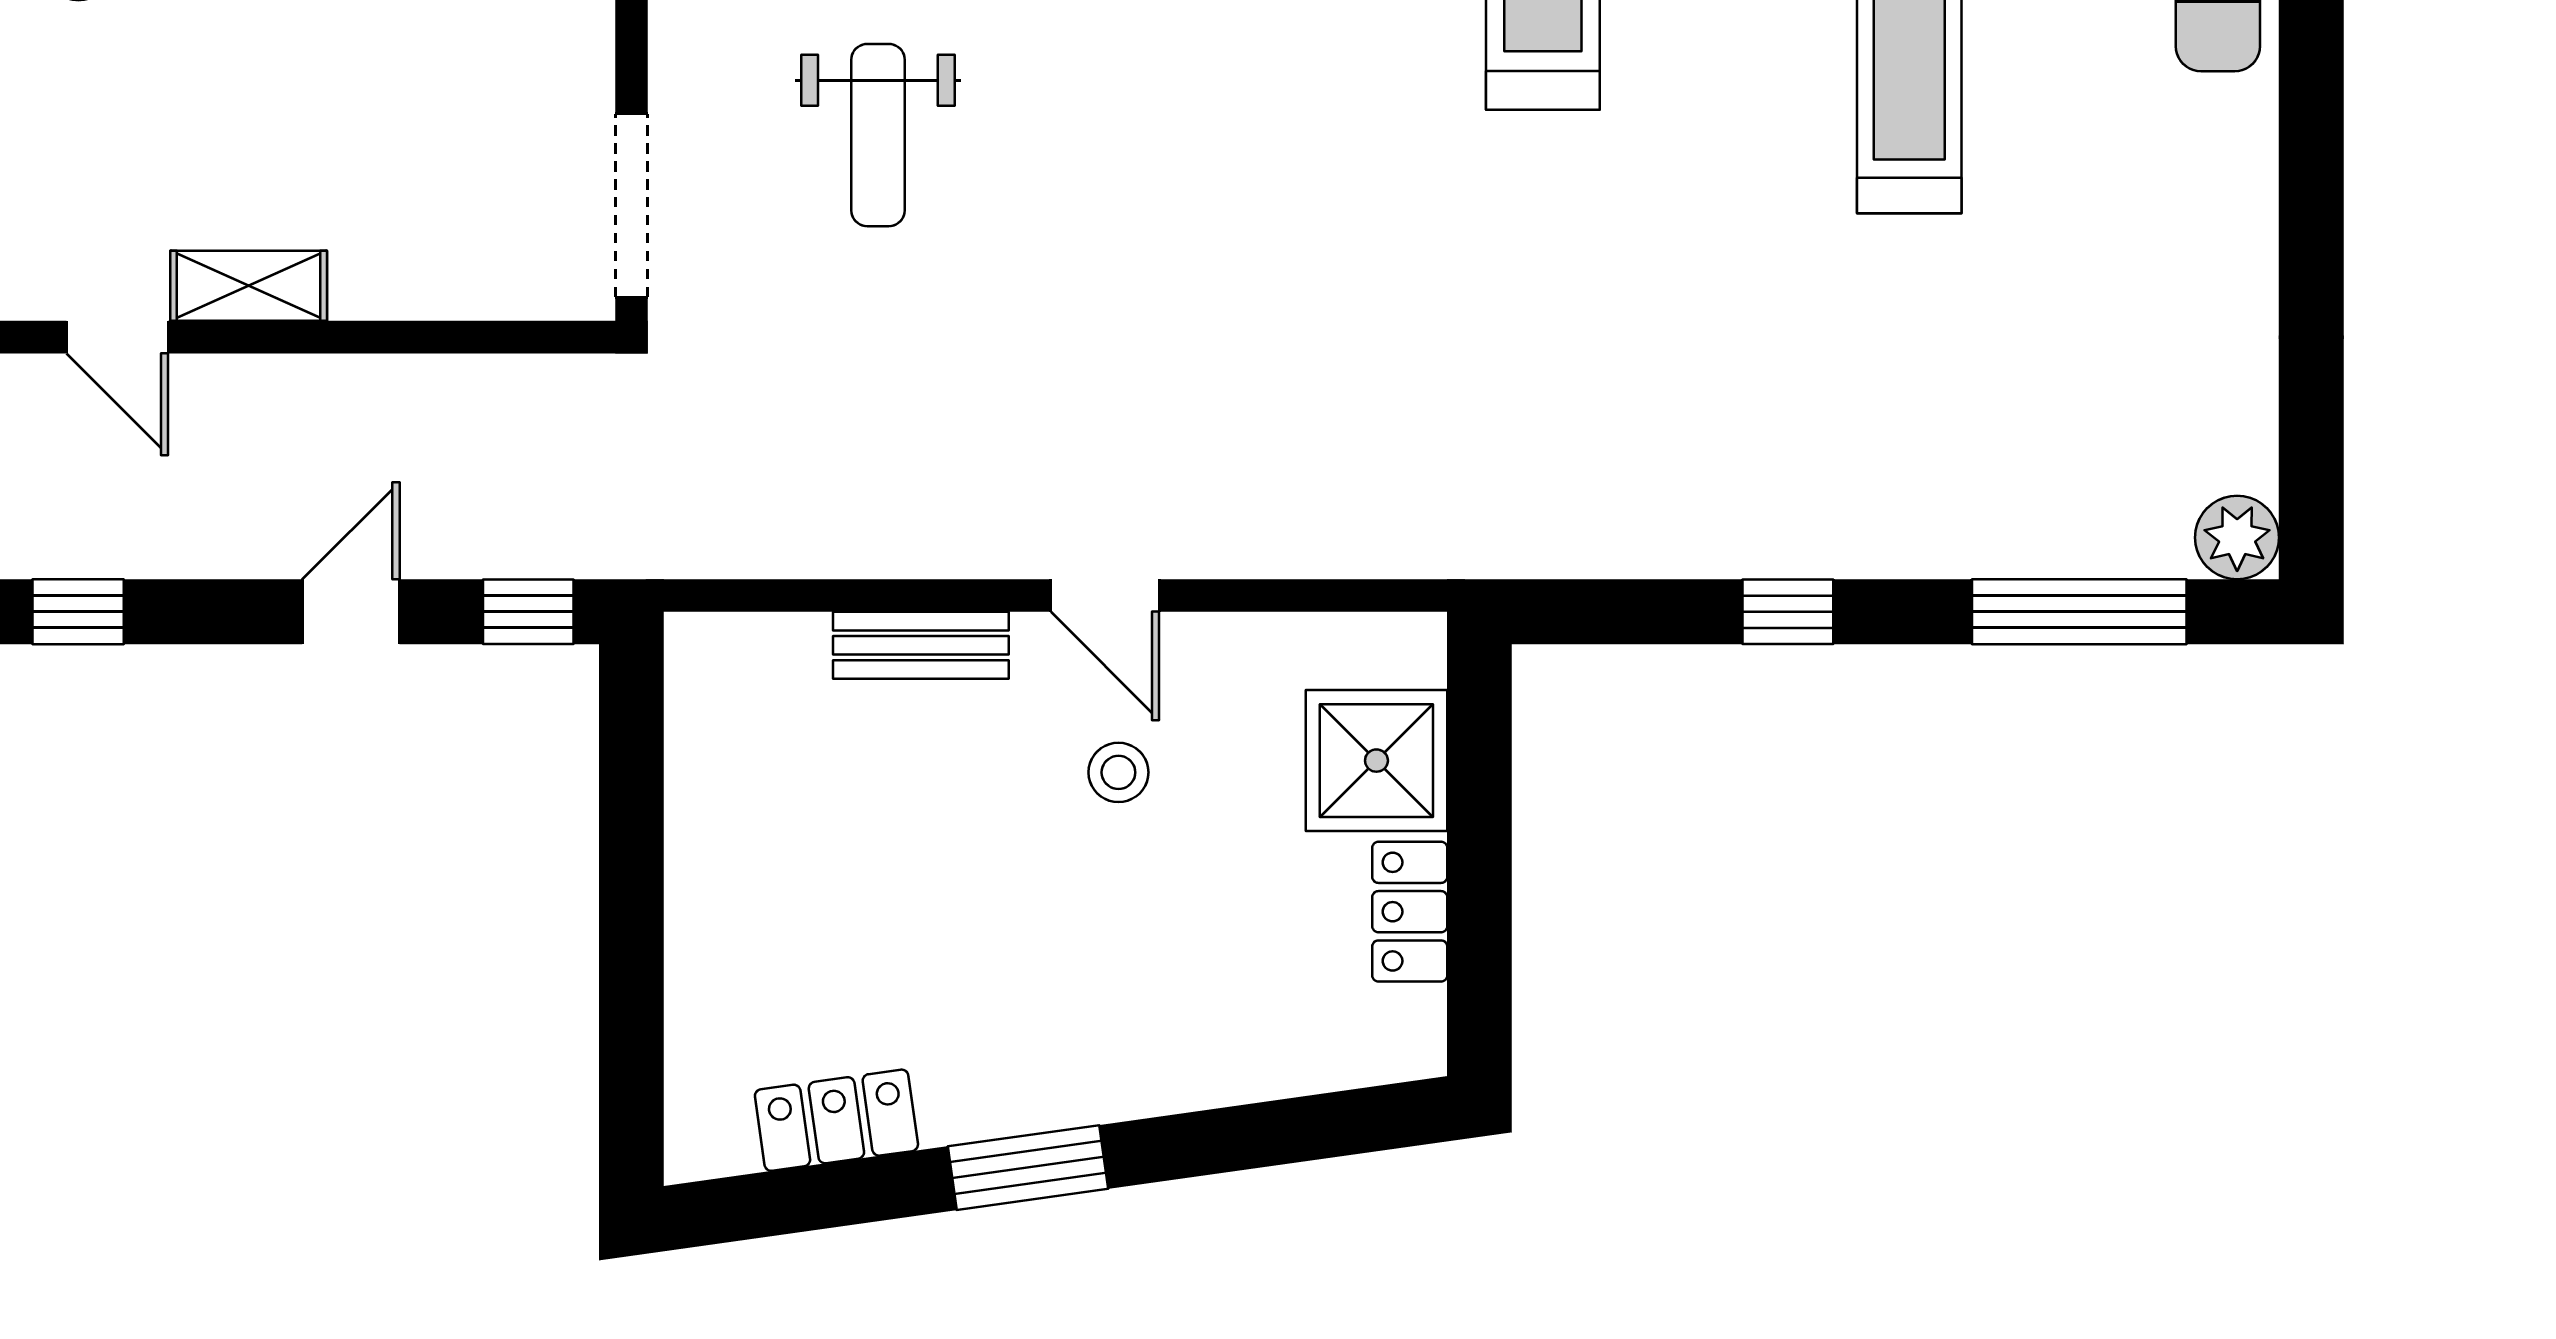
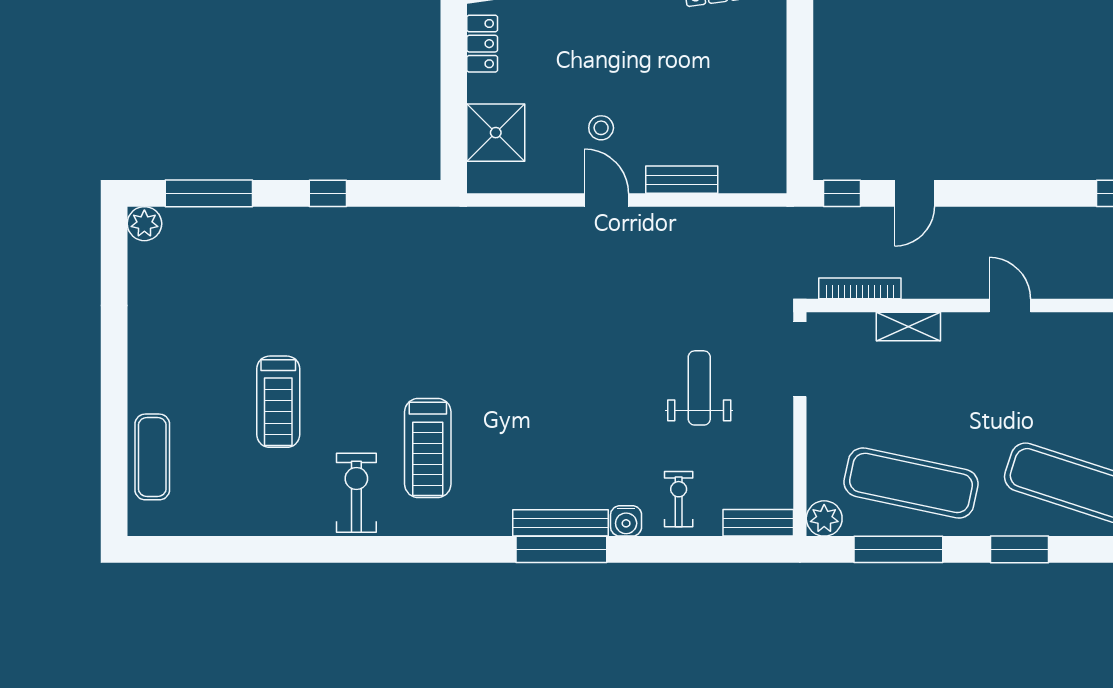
shelving: (249, 286) -> (908, 326), moved
bookcase: (485, 379) -> (860, 288), added
window: (78, 612) -> (1026, 193), removed
locker: (1410, 912) -> (482, 44), moved

